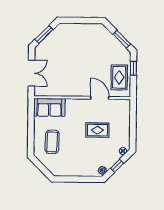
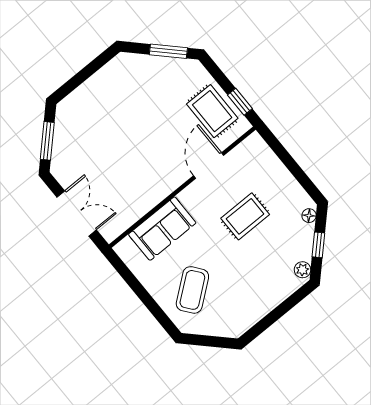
window: (133, 68) -> (240, 102), moved
door: (100, 98) -> (209, 165), hinge flipped
sofa: (49, 107) -> (162, 229), moved
coffee table: (52, 142) -> (192, 290), turned 50

